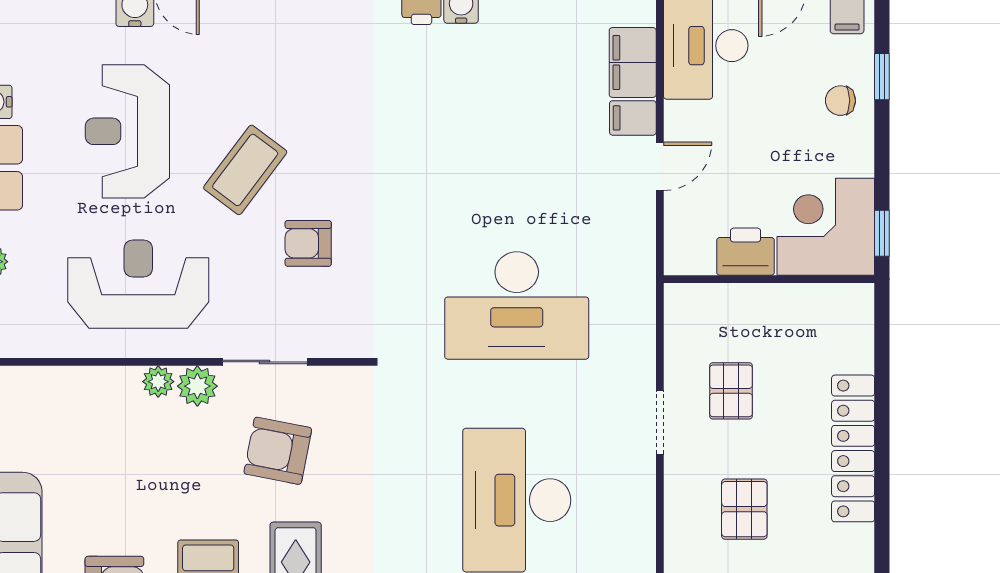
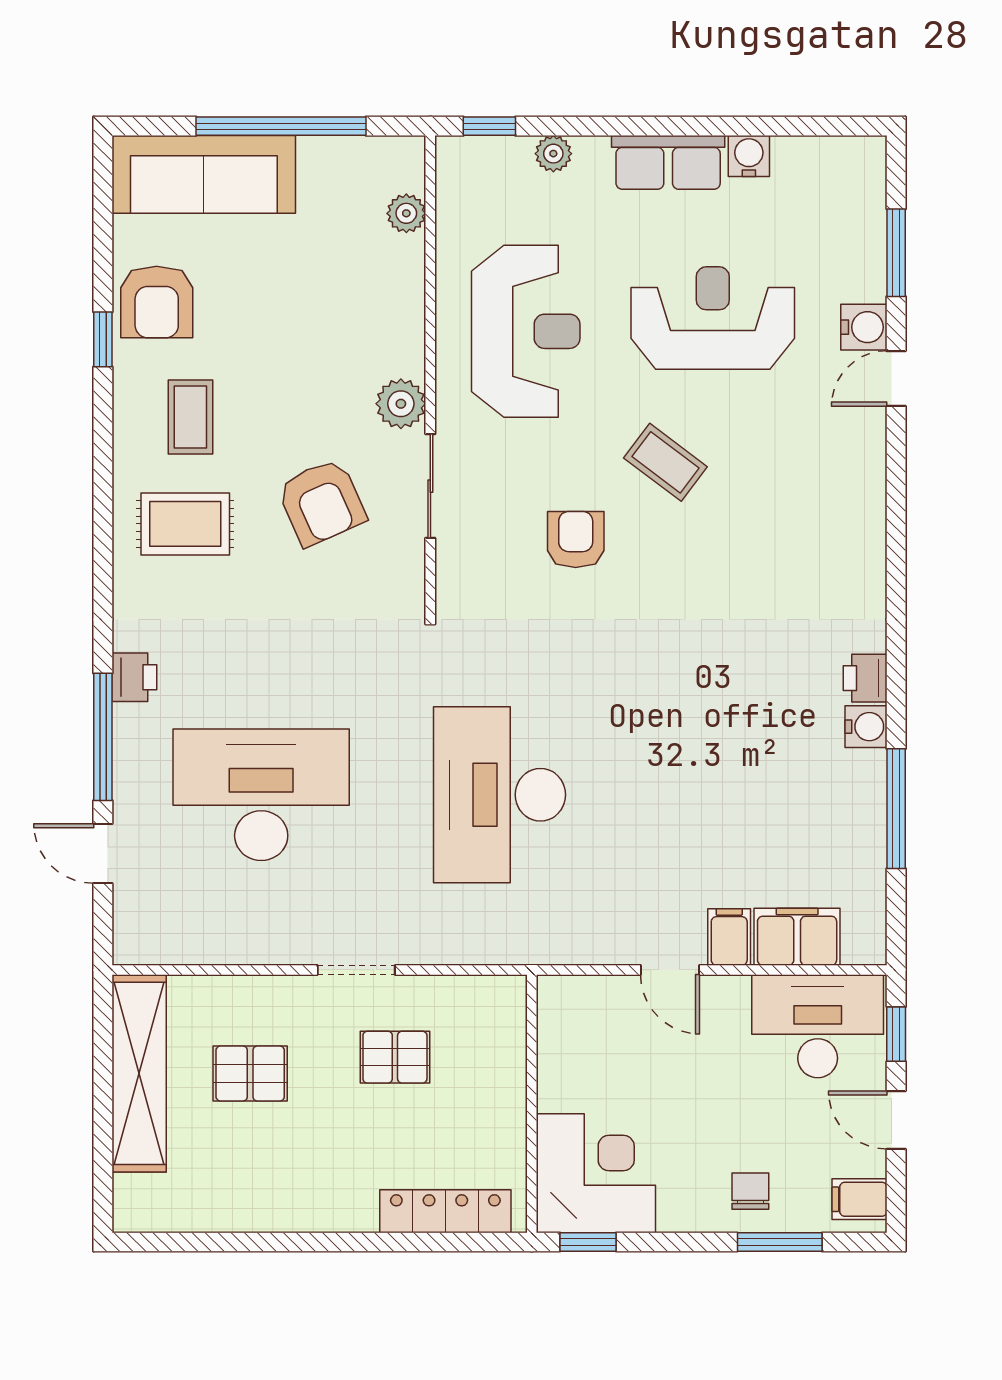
window: (882, 77) -> (780, 1242), width x1.50
coffee table: (245, 170) -> (665, 462), width x0.73, depth x0.77
printer: (745, 252) -> (565, 1075), removed
plant: (158, 382) -> (406, 213), moved
locker: (853, 448) -> (445, 1211), moved, width x0.71, depth x0.83
armchair: (278, 451) -> (322, 502), turned 145

